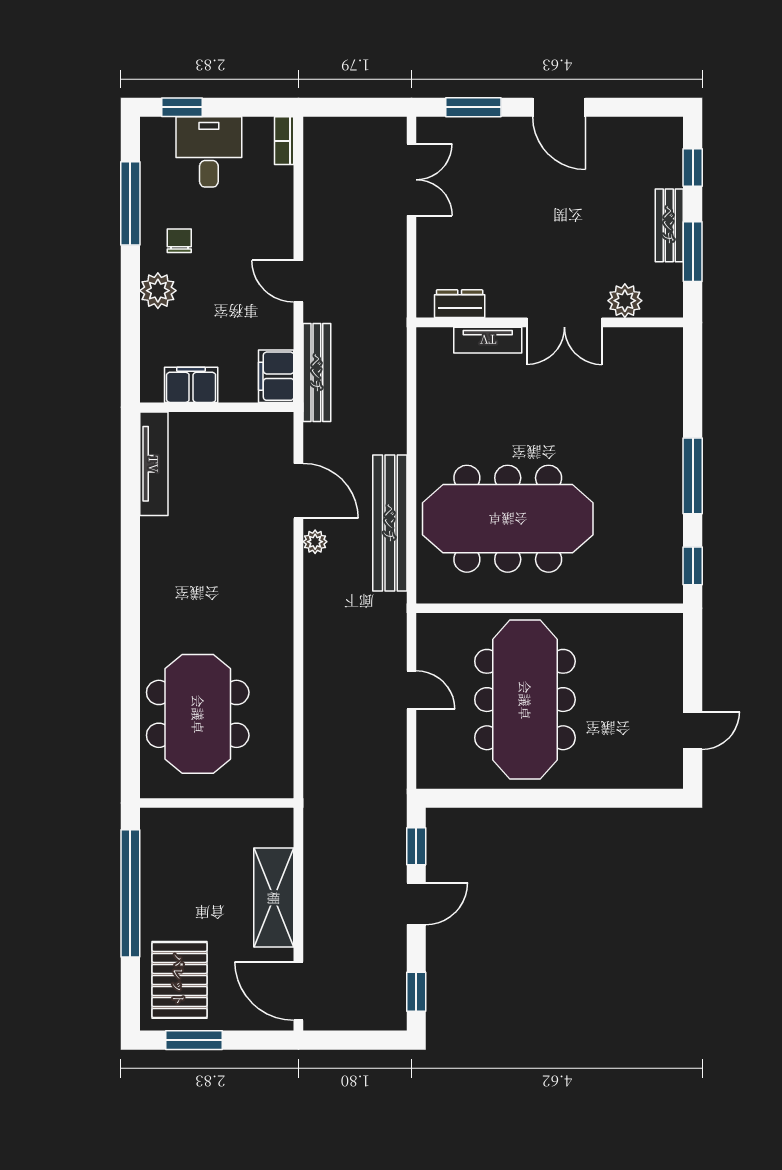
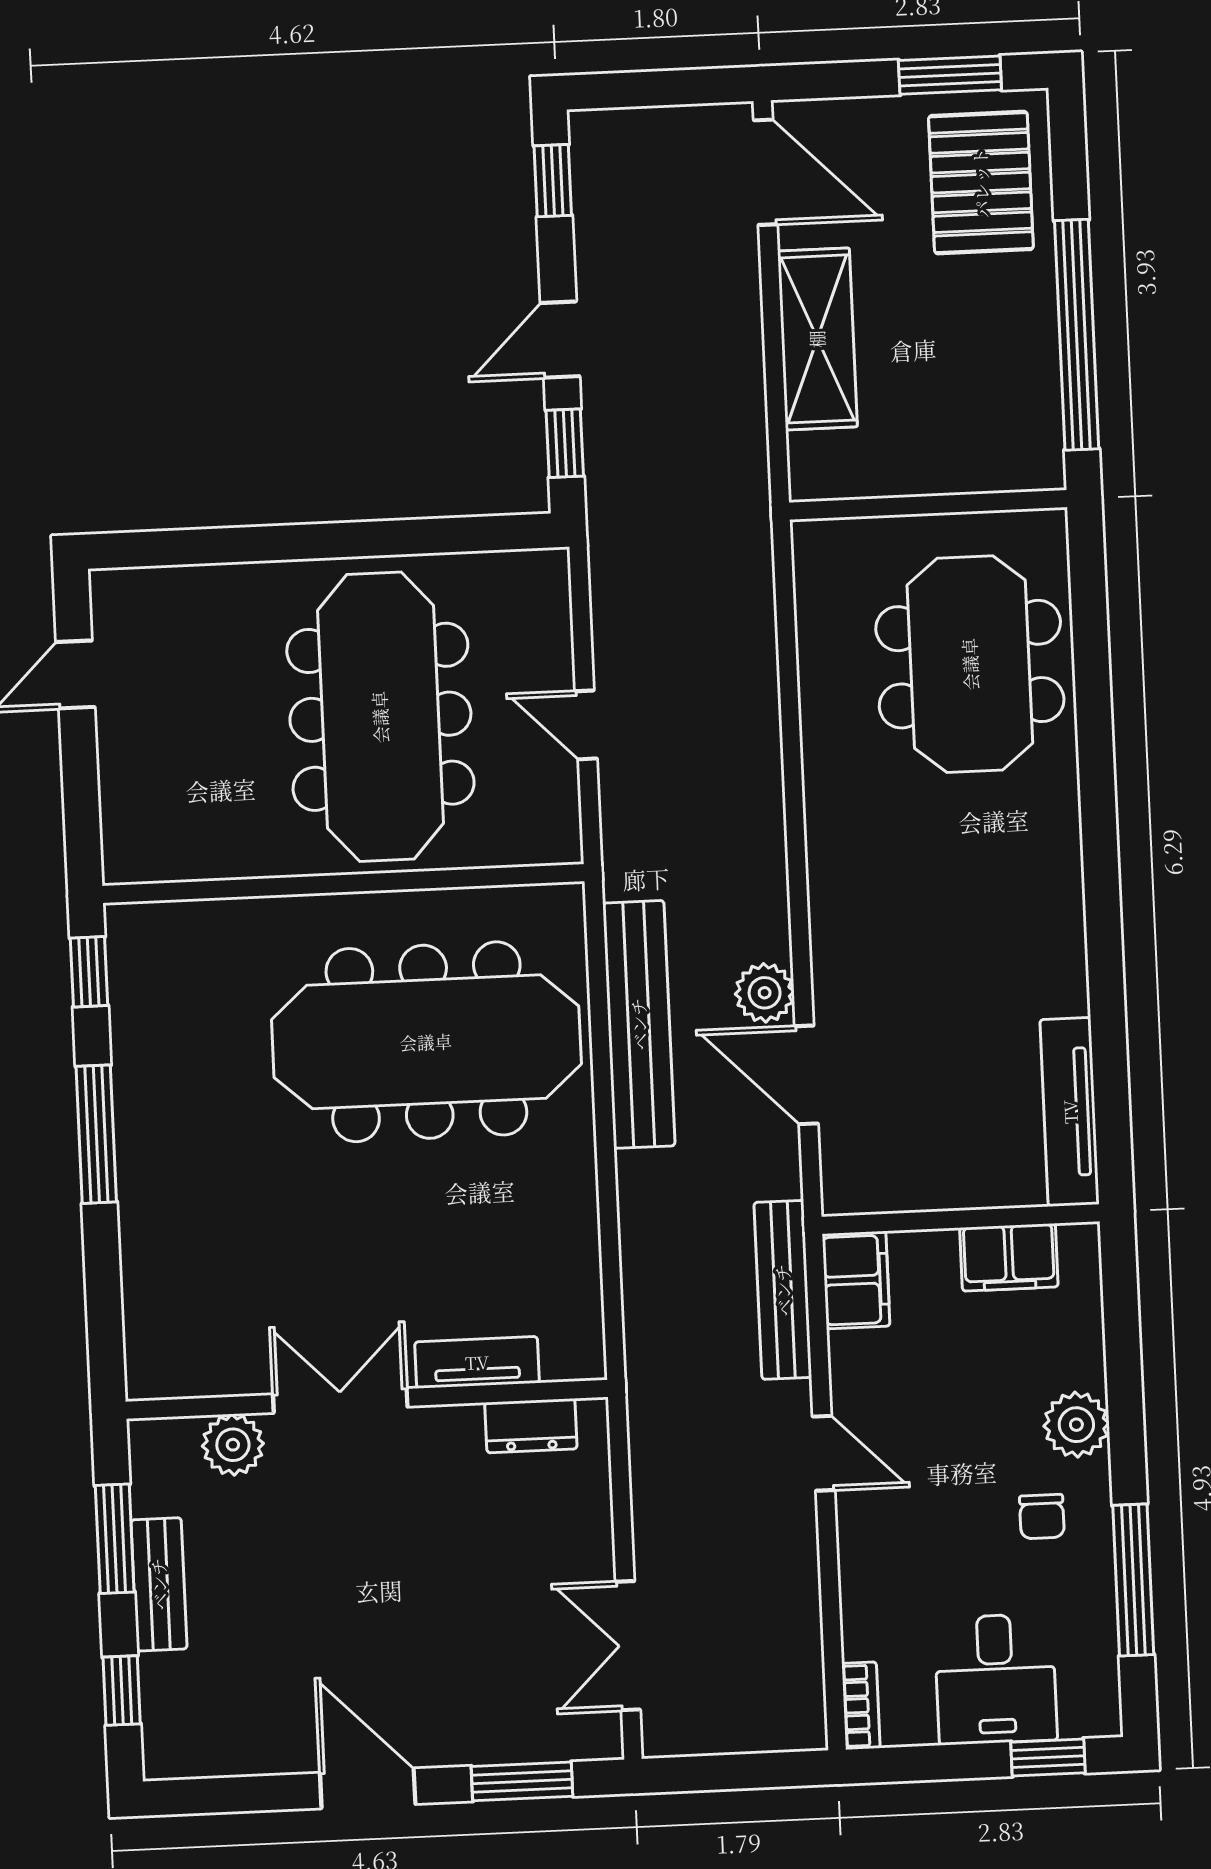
plant: (315, 542) -> (765, 993), width x1.38, depth x1.38

